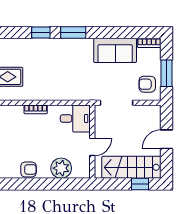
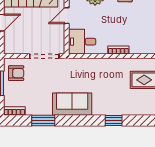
window: (73, 33) -> (43, 120), moved
sofa: (115, 50) -> (72, 104), moved

